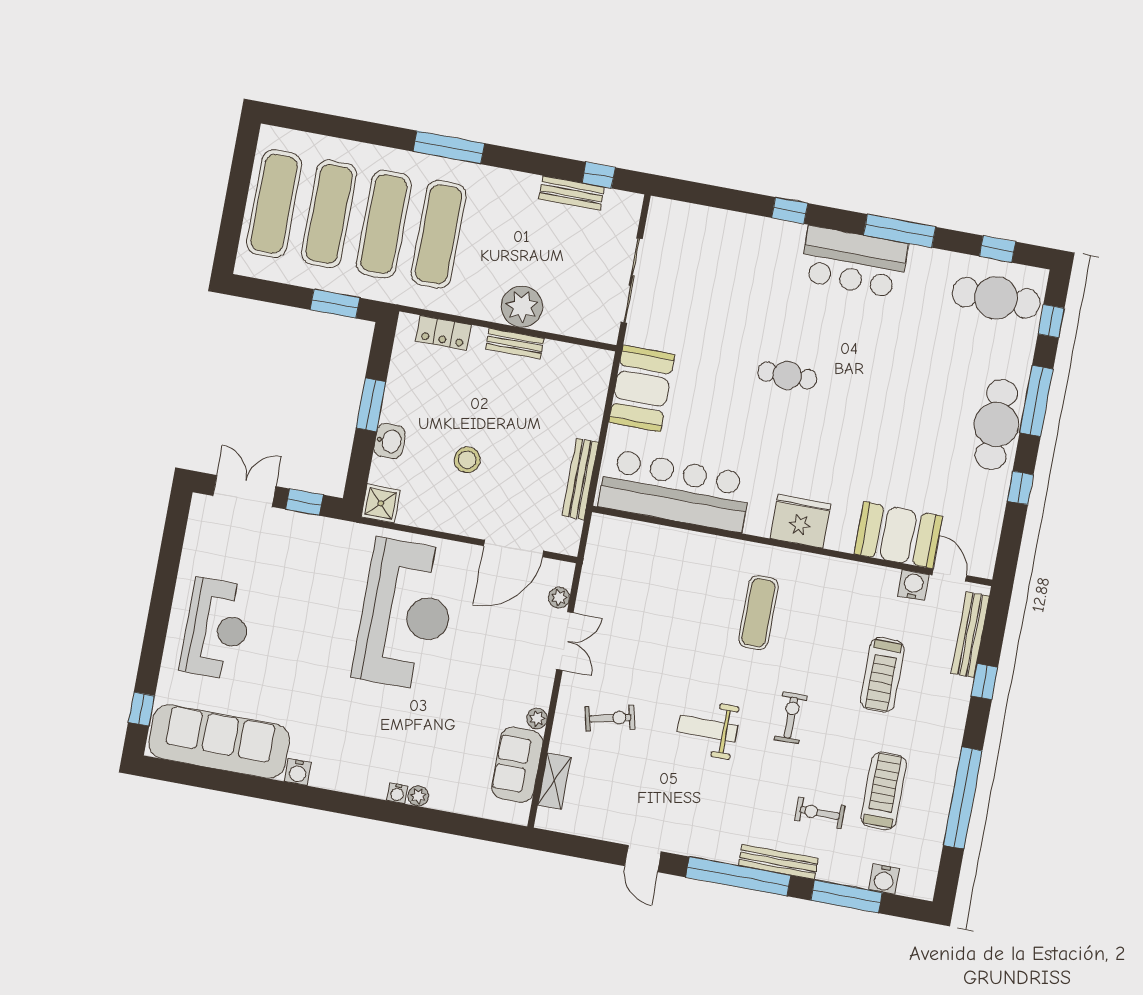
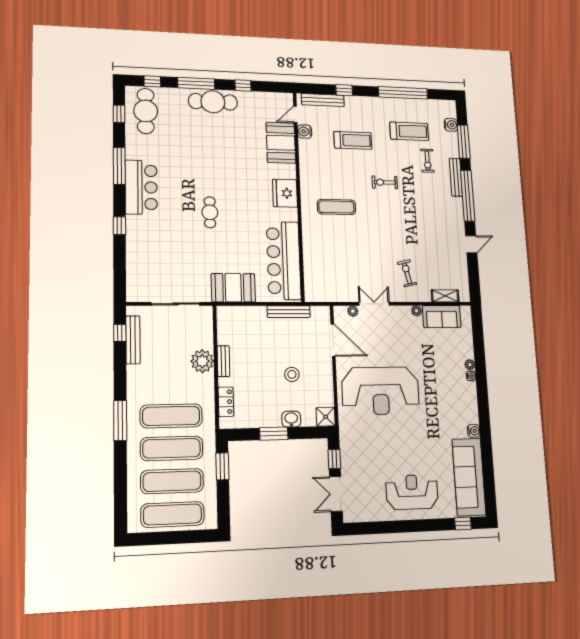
bench: (571, 193) -> (133, 340), width x1.36
reception desk: (406, 615) -> (380, 391), turned 180
weight bench: (707, 729) -> (400, 223), removed
treadmill: (884, 791) -> (409, 131), turned 180

